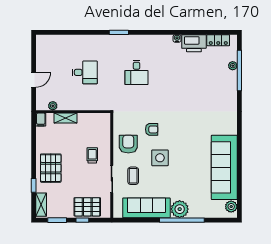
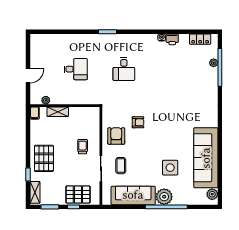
printer: (194, 43) -> (172, 39), width x0.53, depth x0.68
side table: (160, 158) -> (170, 168), moved

